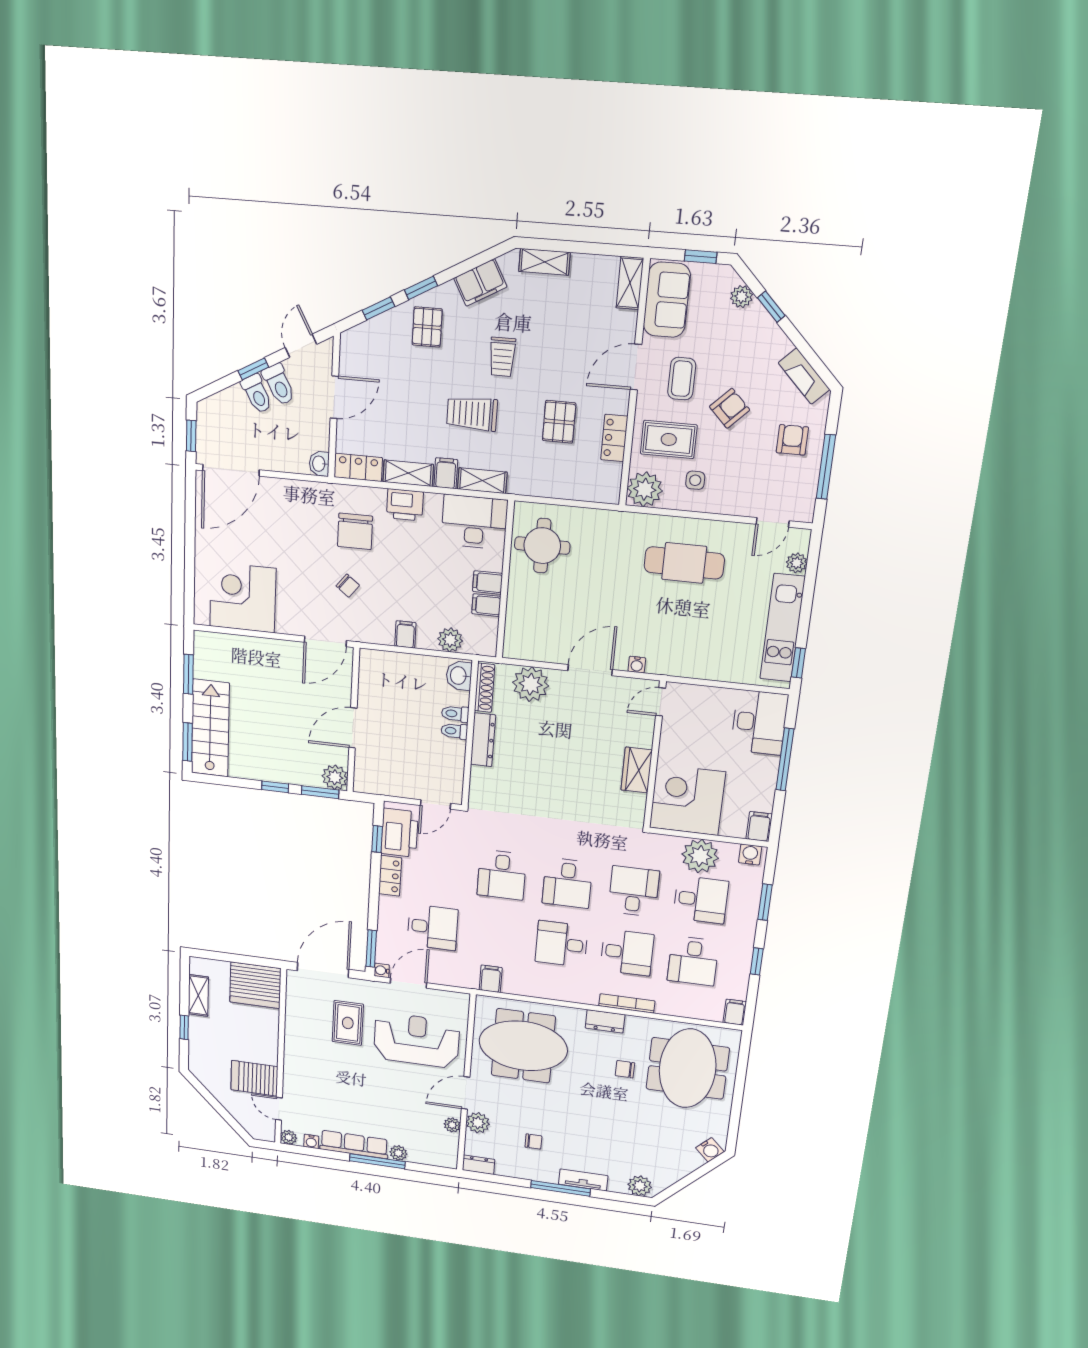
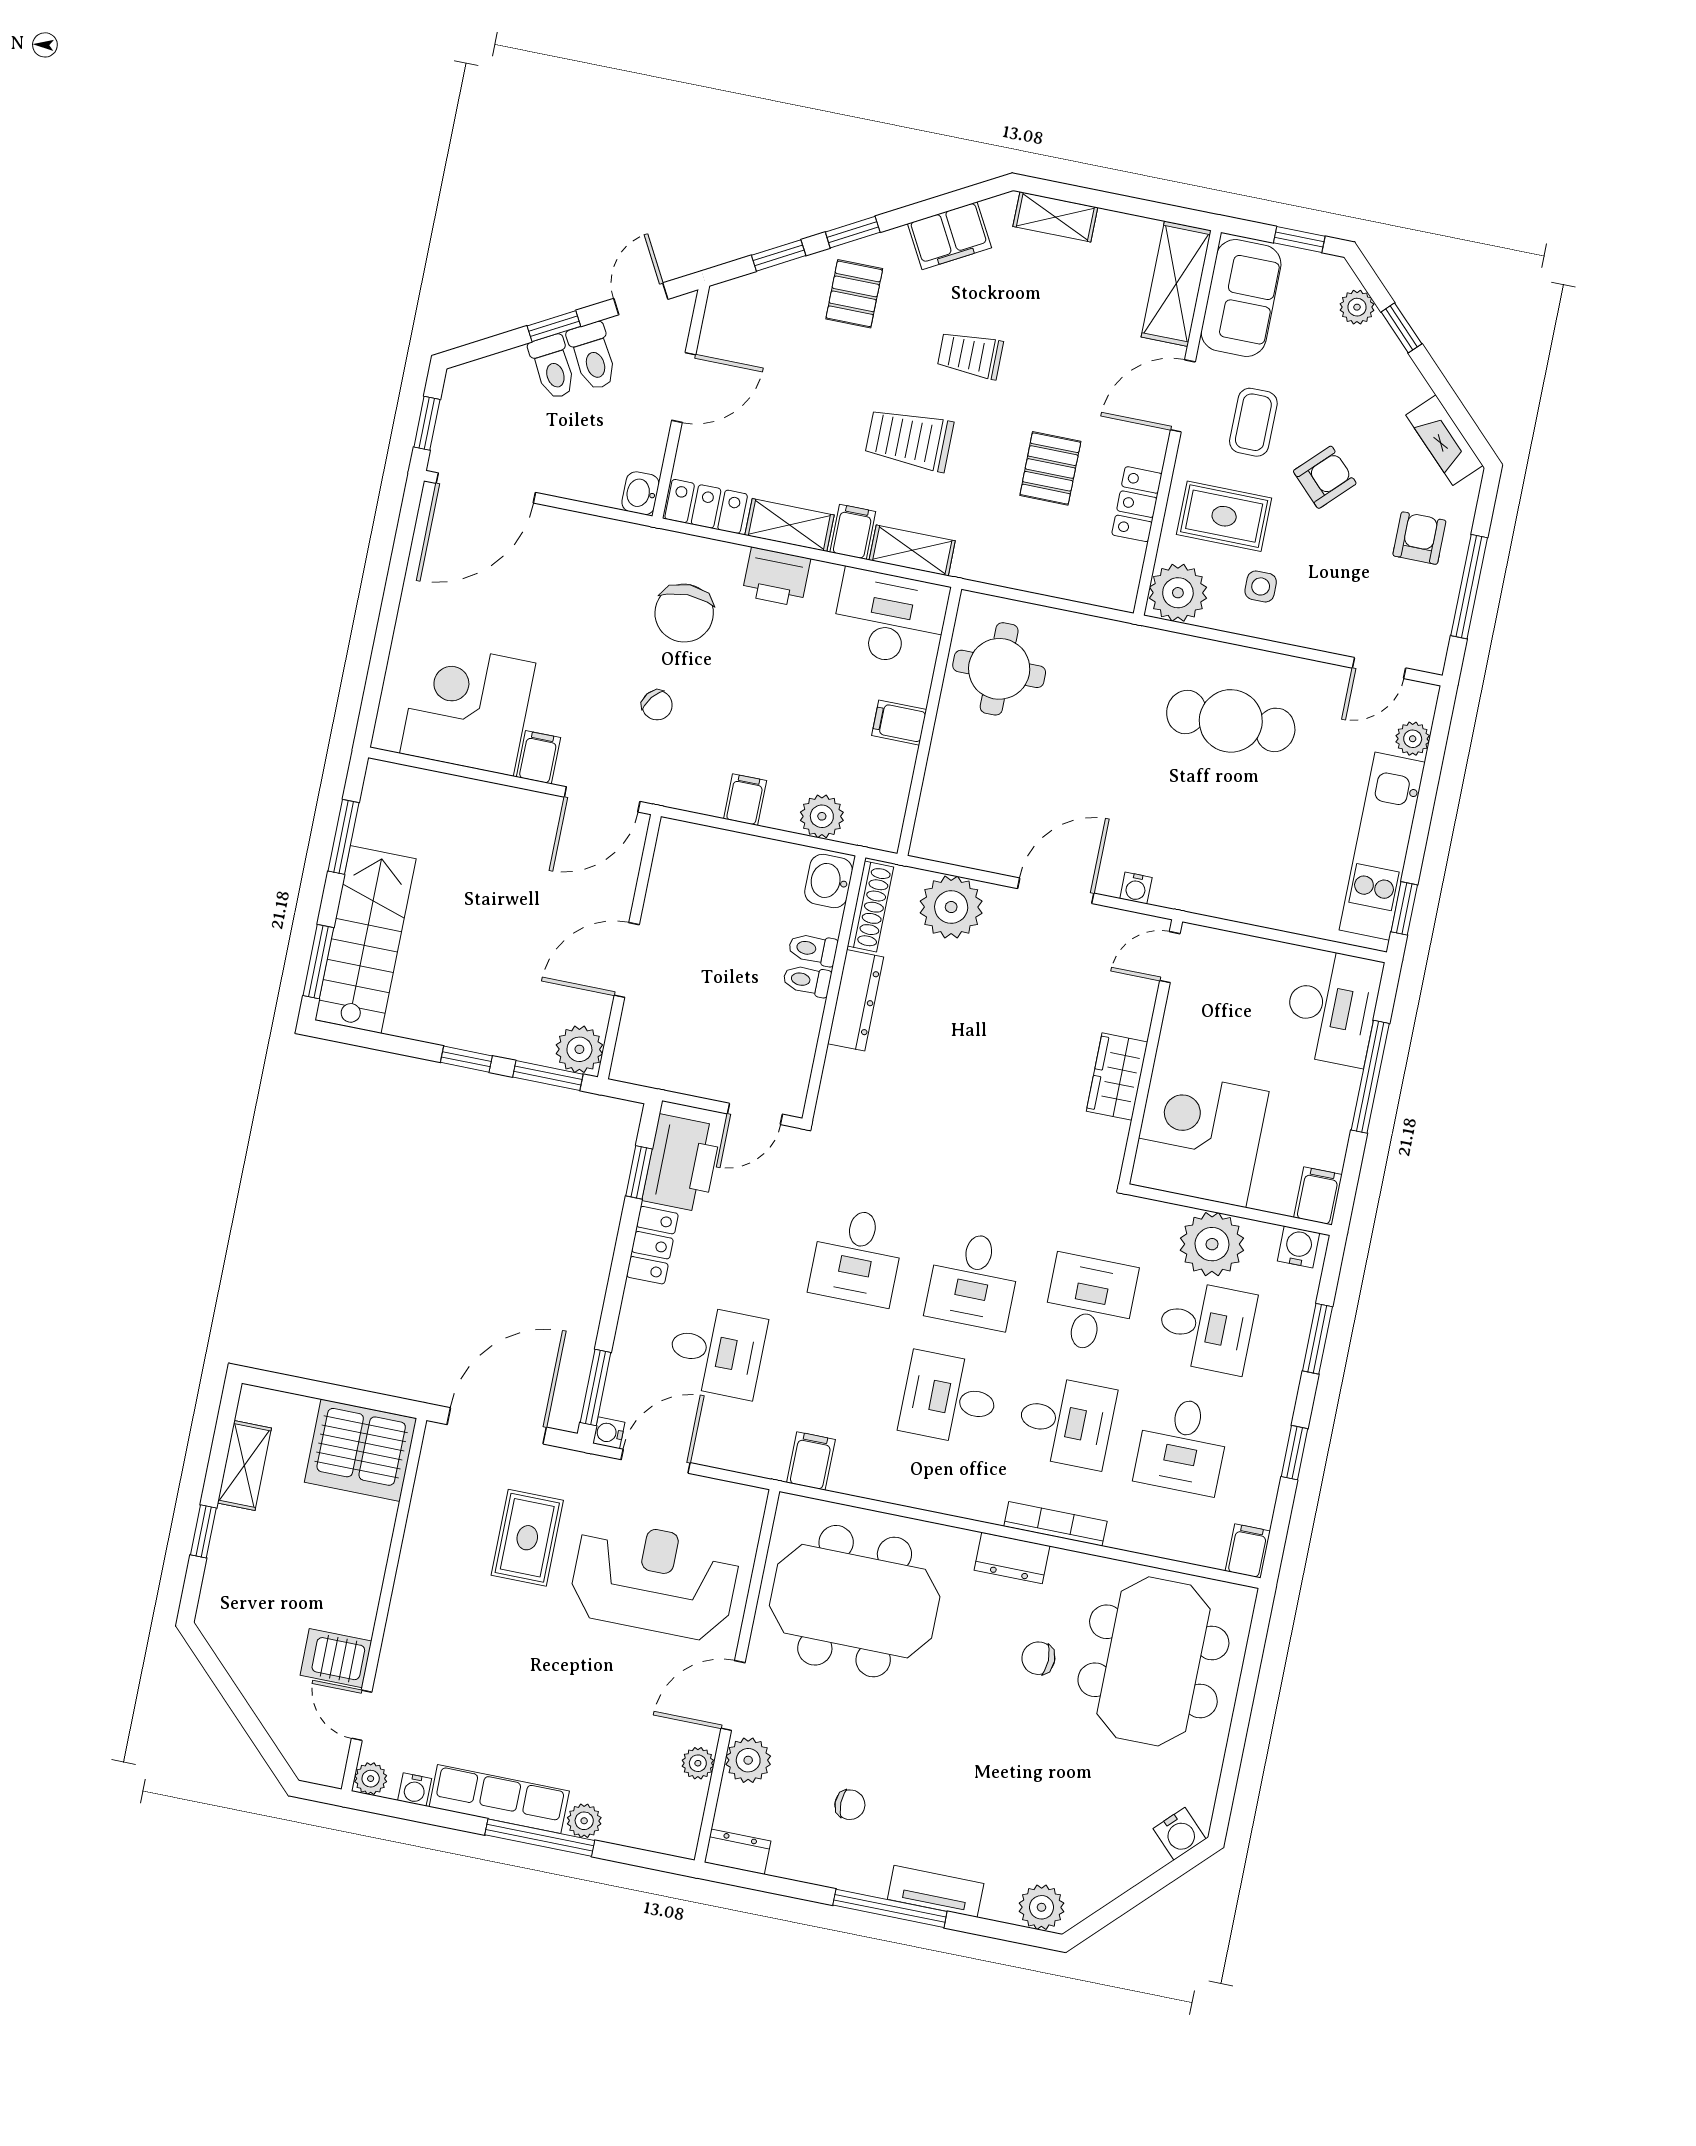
shelving: (630, 283) -> (1176, 284), width x1.50, depth x1.33
trolley: (502, 357) -> (970, 355), turned 90
filing cabinet: (486, 605) -> (538, 757), moved, turned 90
server rack: (254, 1078) -> (336, 1658), width x0.73, depth x0.70

